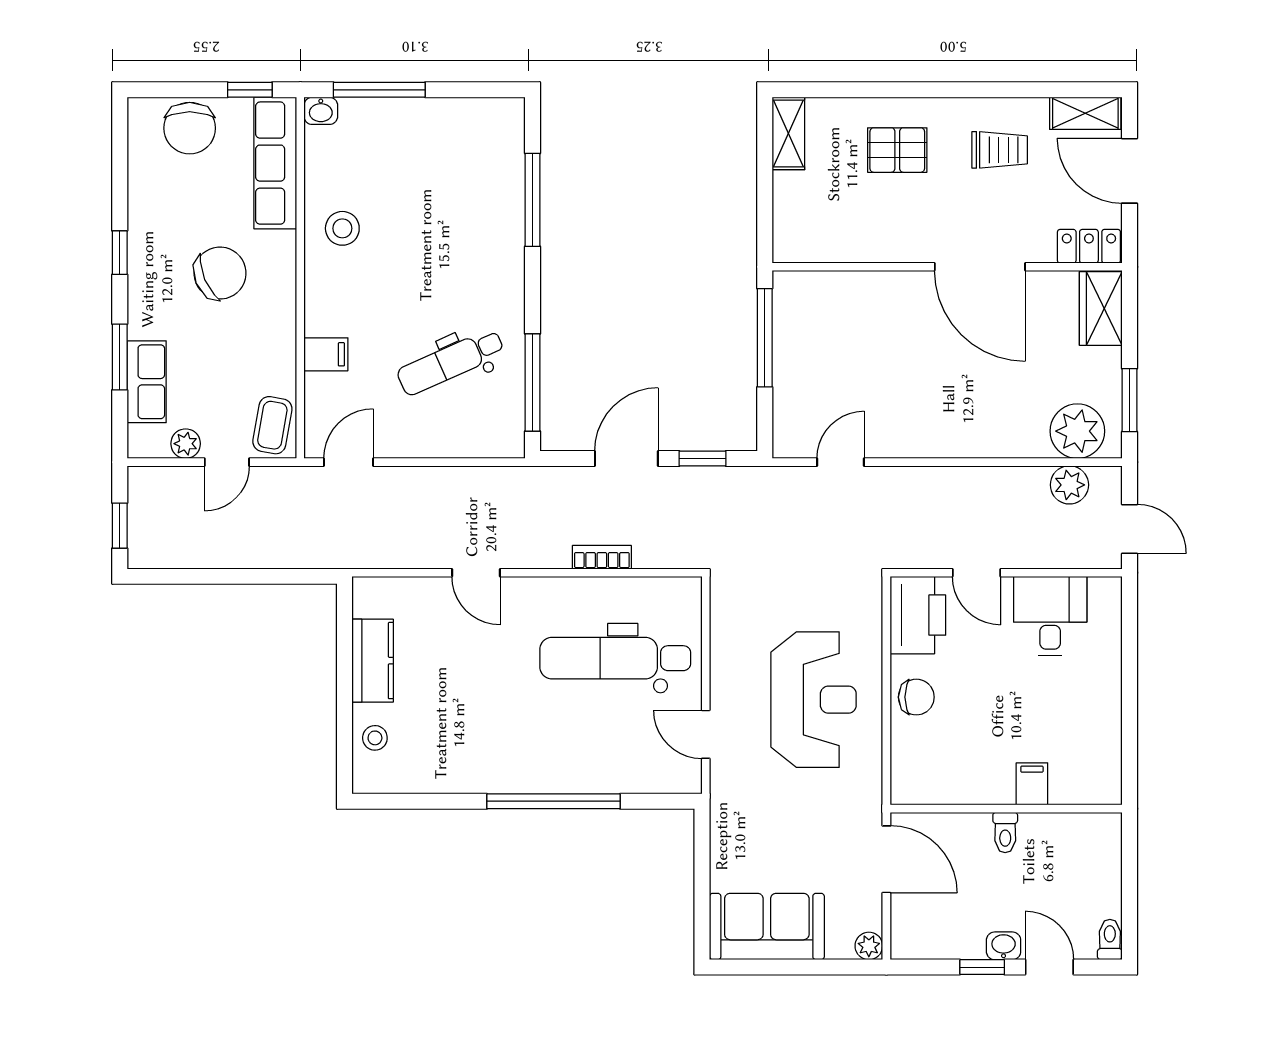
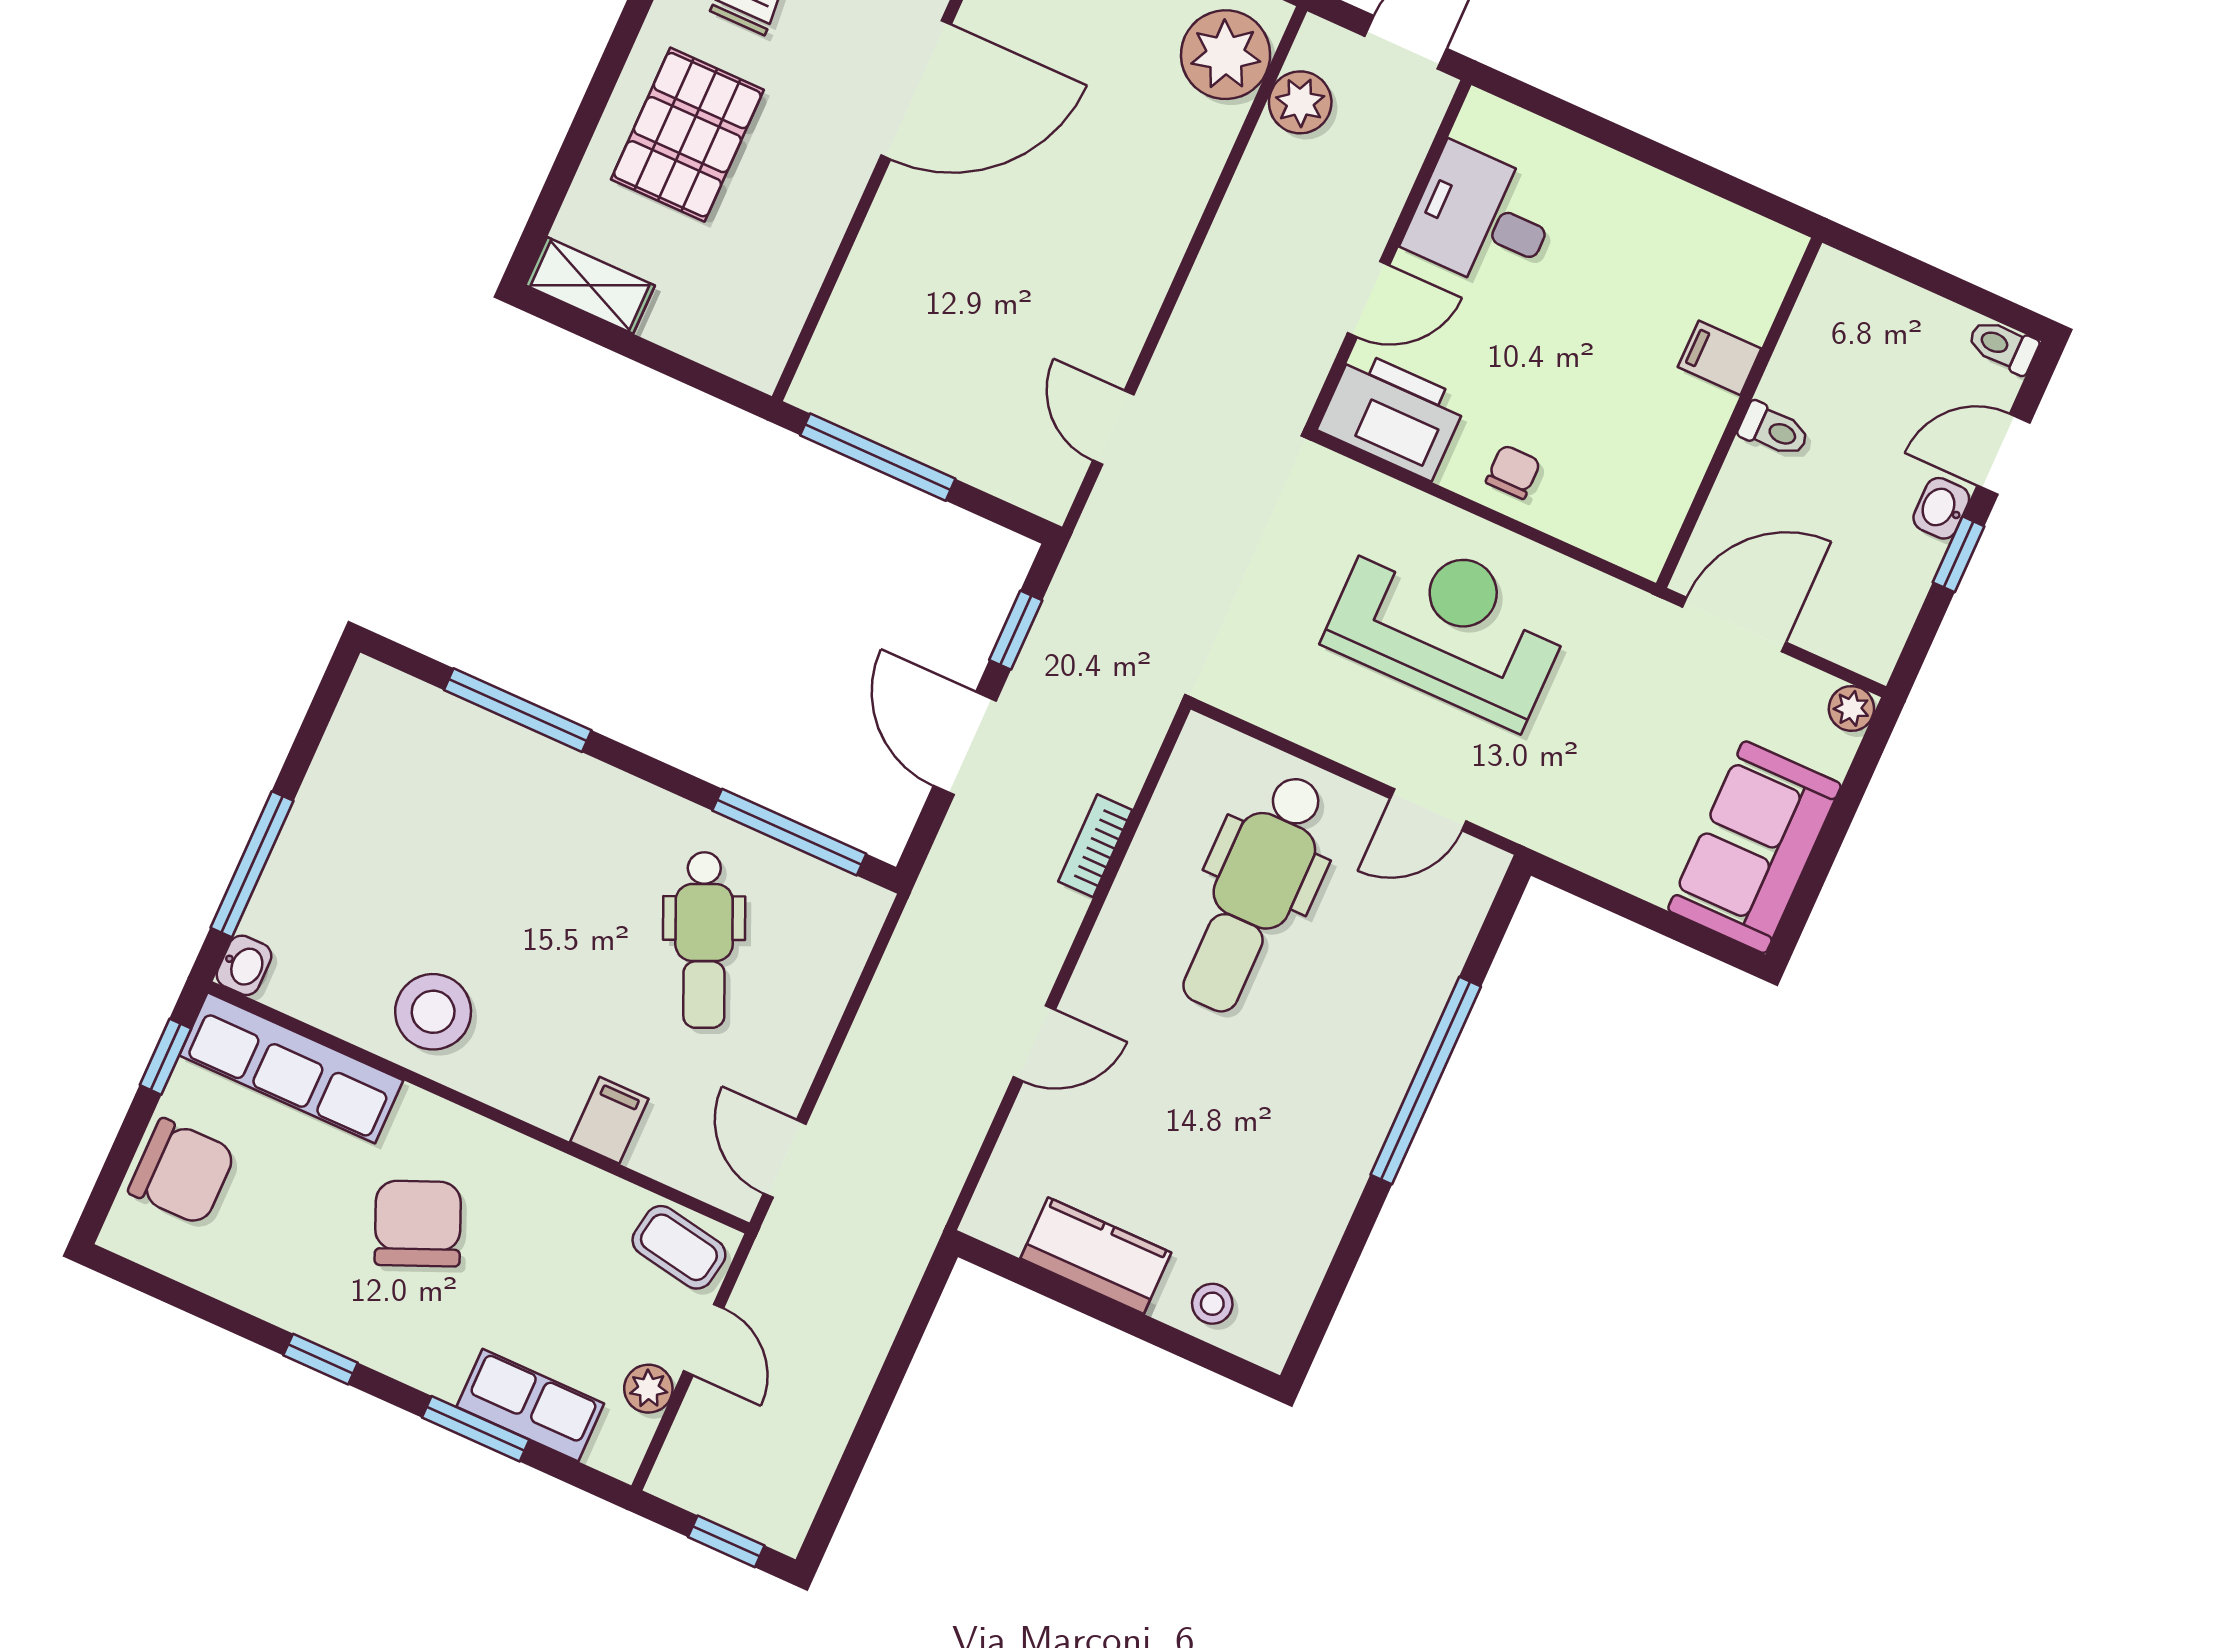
pallet: (897, 150) -> (687, 135), width x1.50, depth x1.42
stool: (342, 228) -> (433, 1012), width x1.38, depth x1.38
chair: (916, 697) -> (1513, 472), width x0.73, depth x0.73

